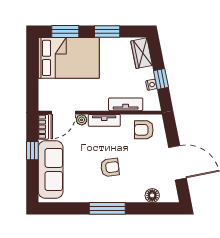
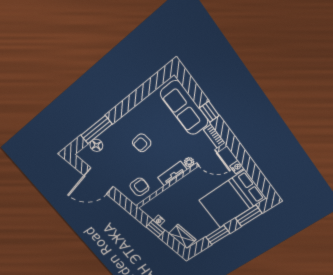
nightstand: (44, 85) -> (237, 167), added
tv unit: (126, 104) -> (166, 195), removed
door: (63, 113) -> (207, 158), swing flipped
window: (107, 208) -> (96, 130), moved

